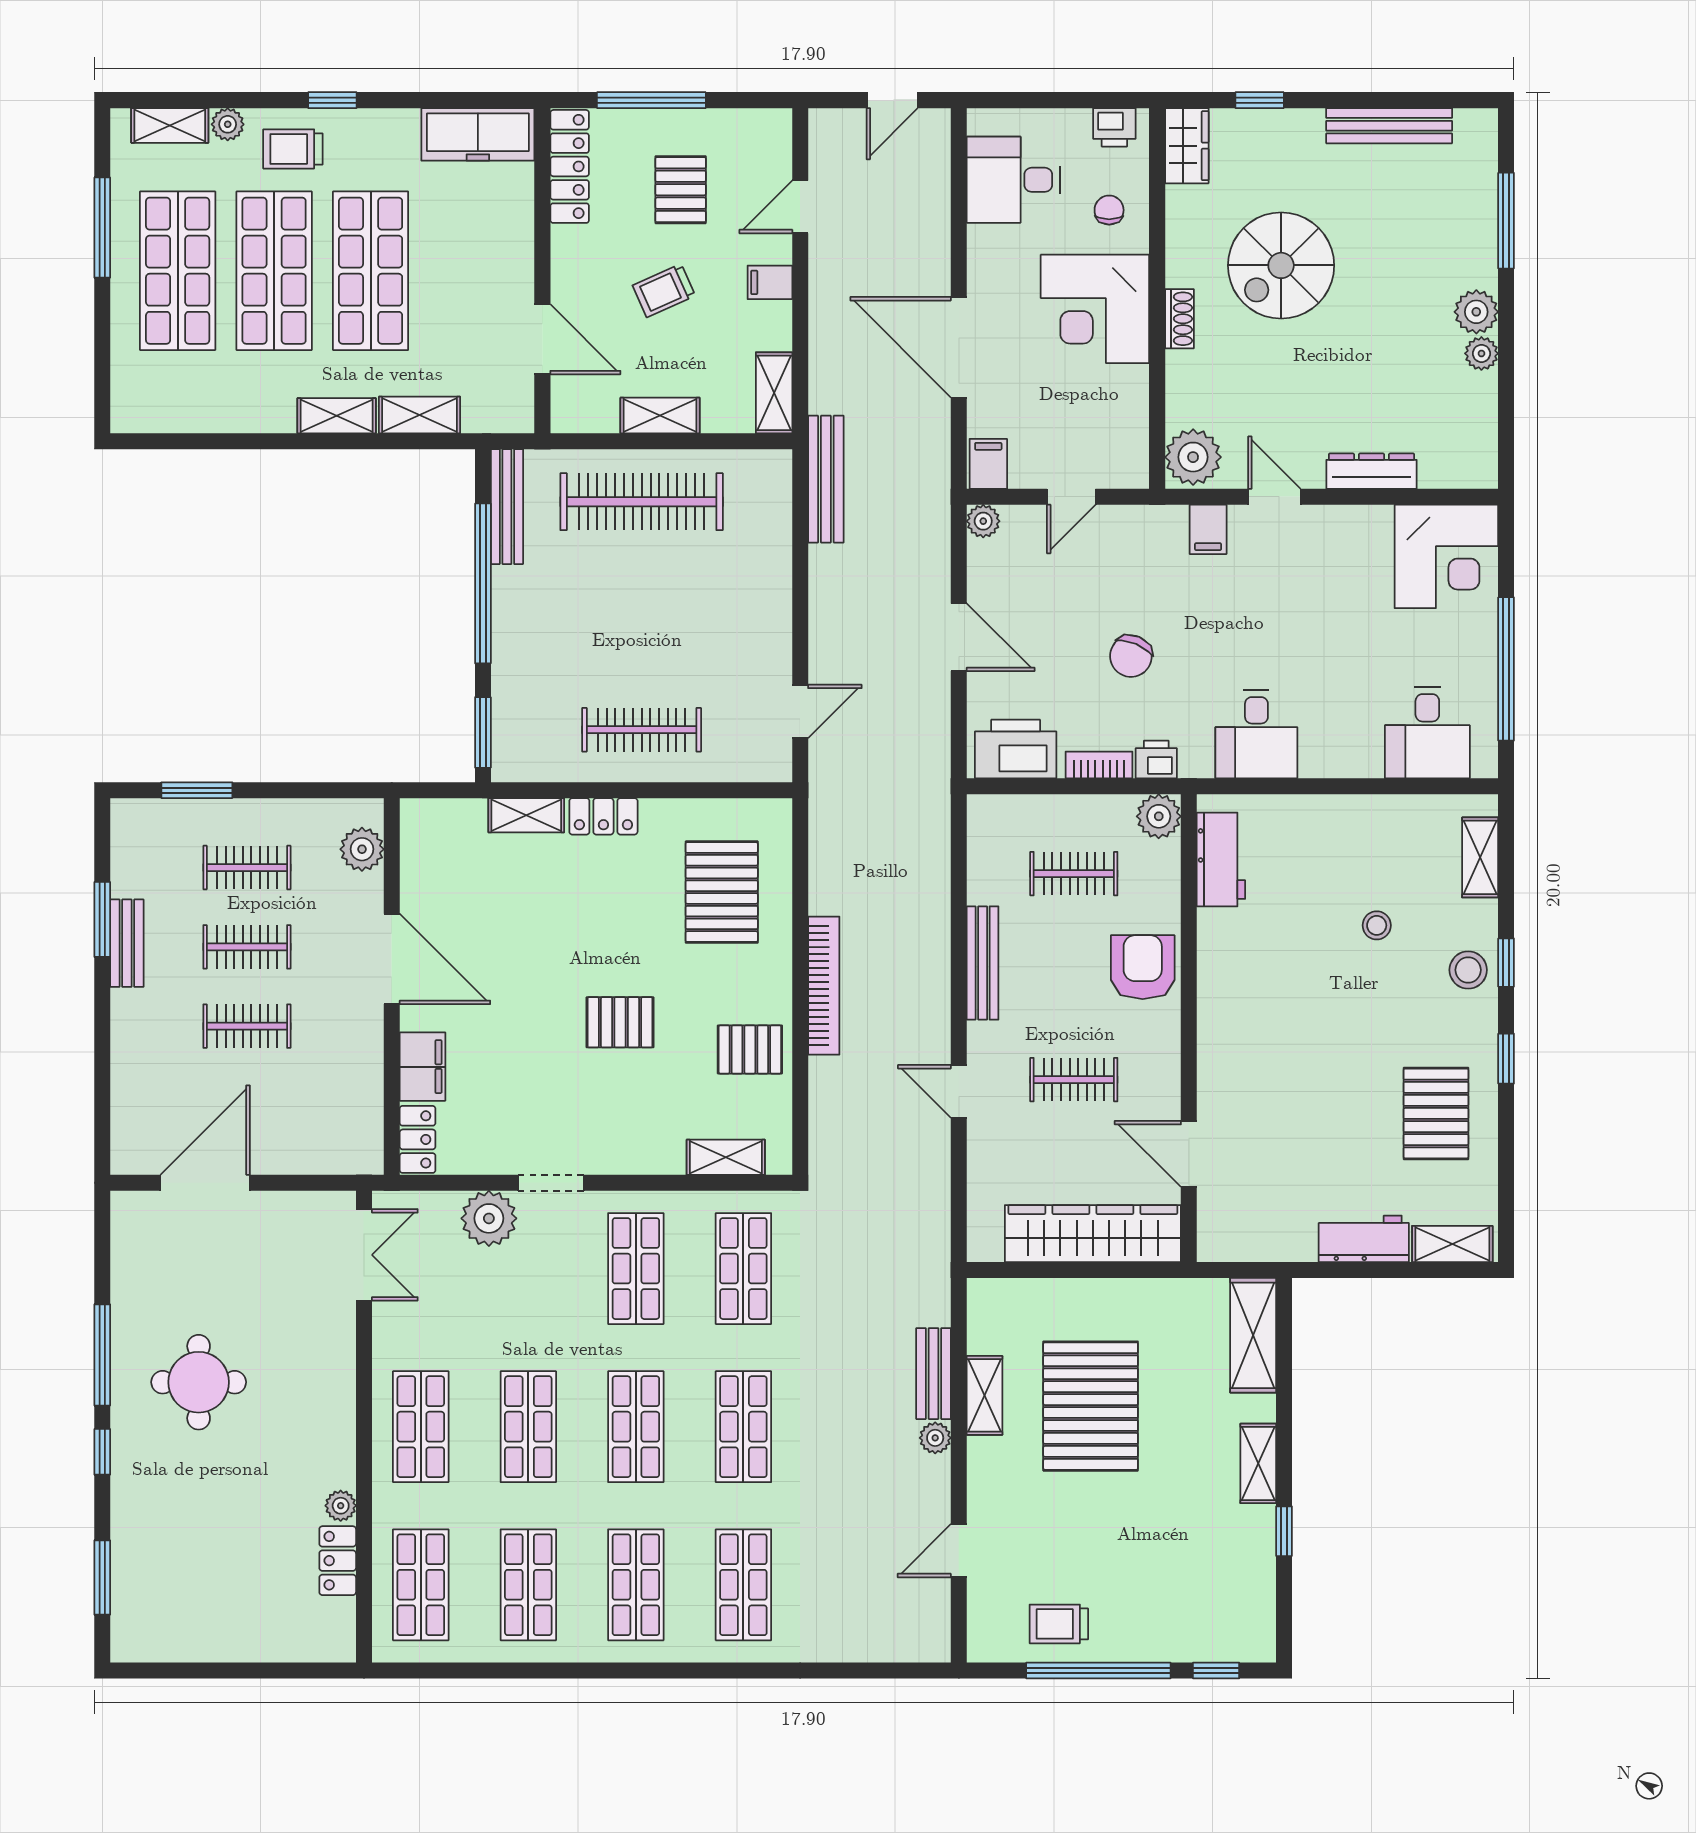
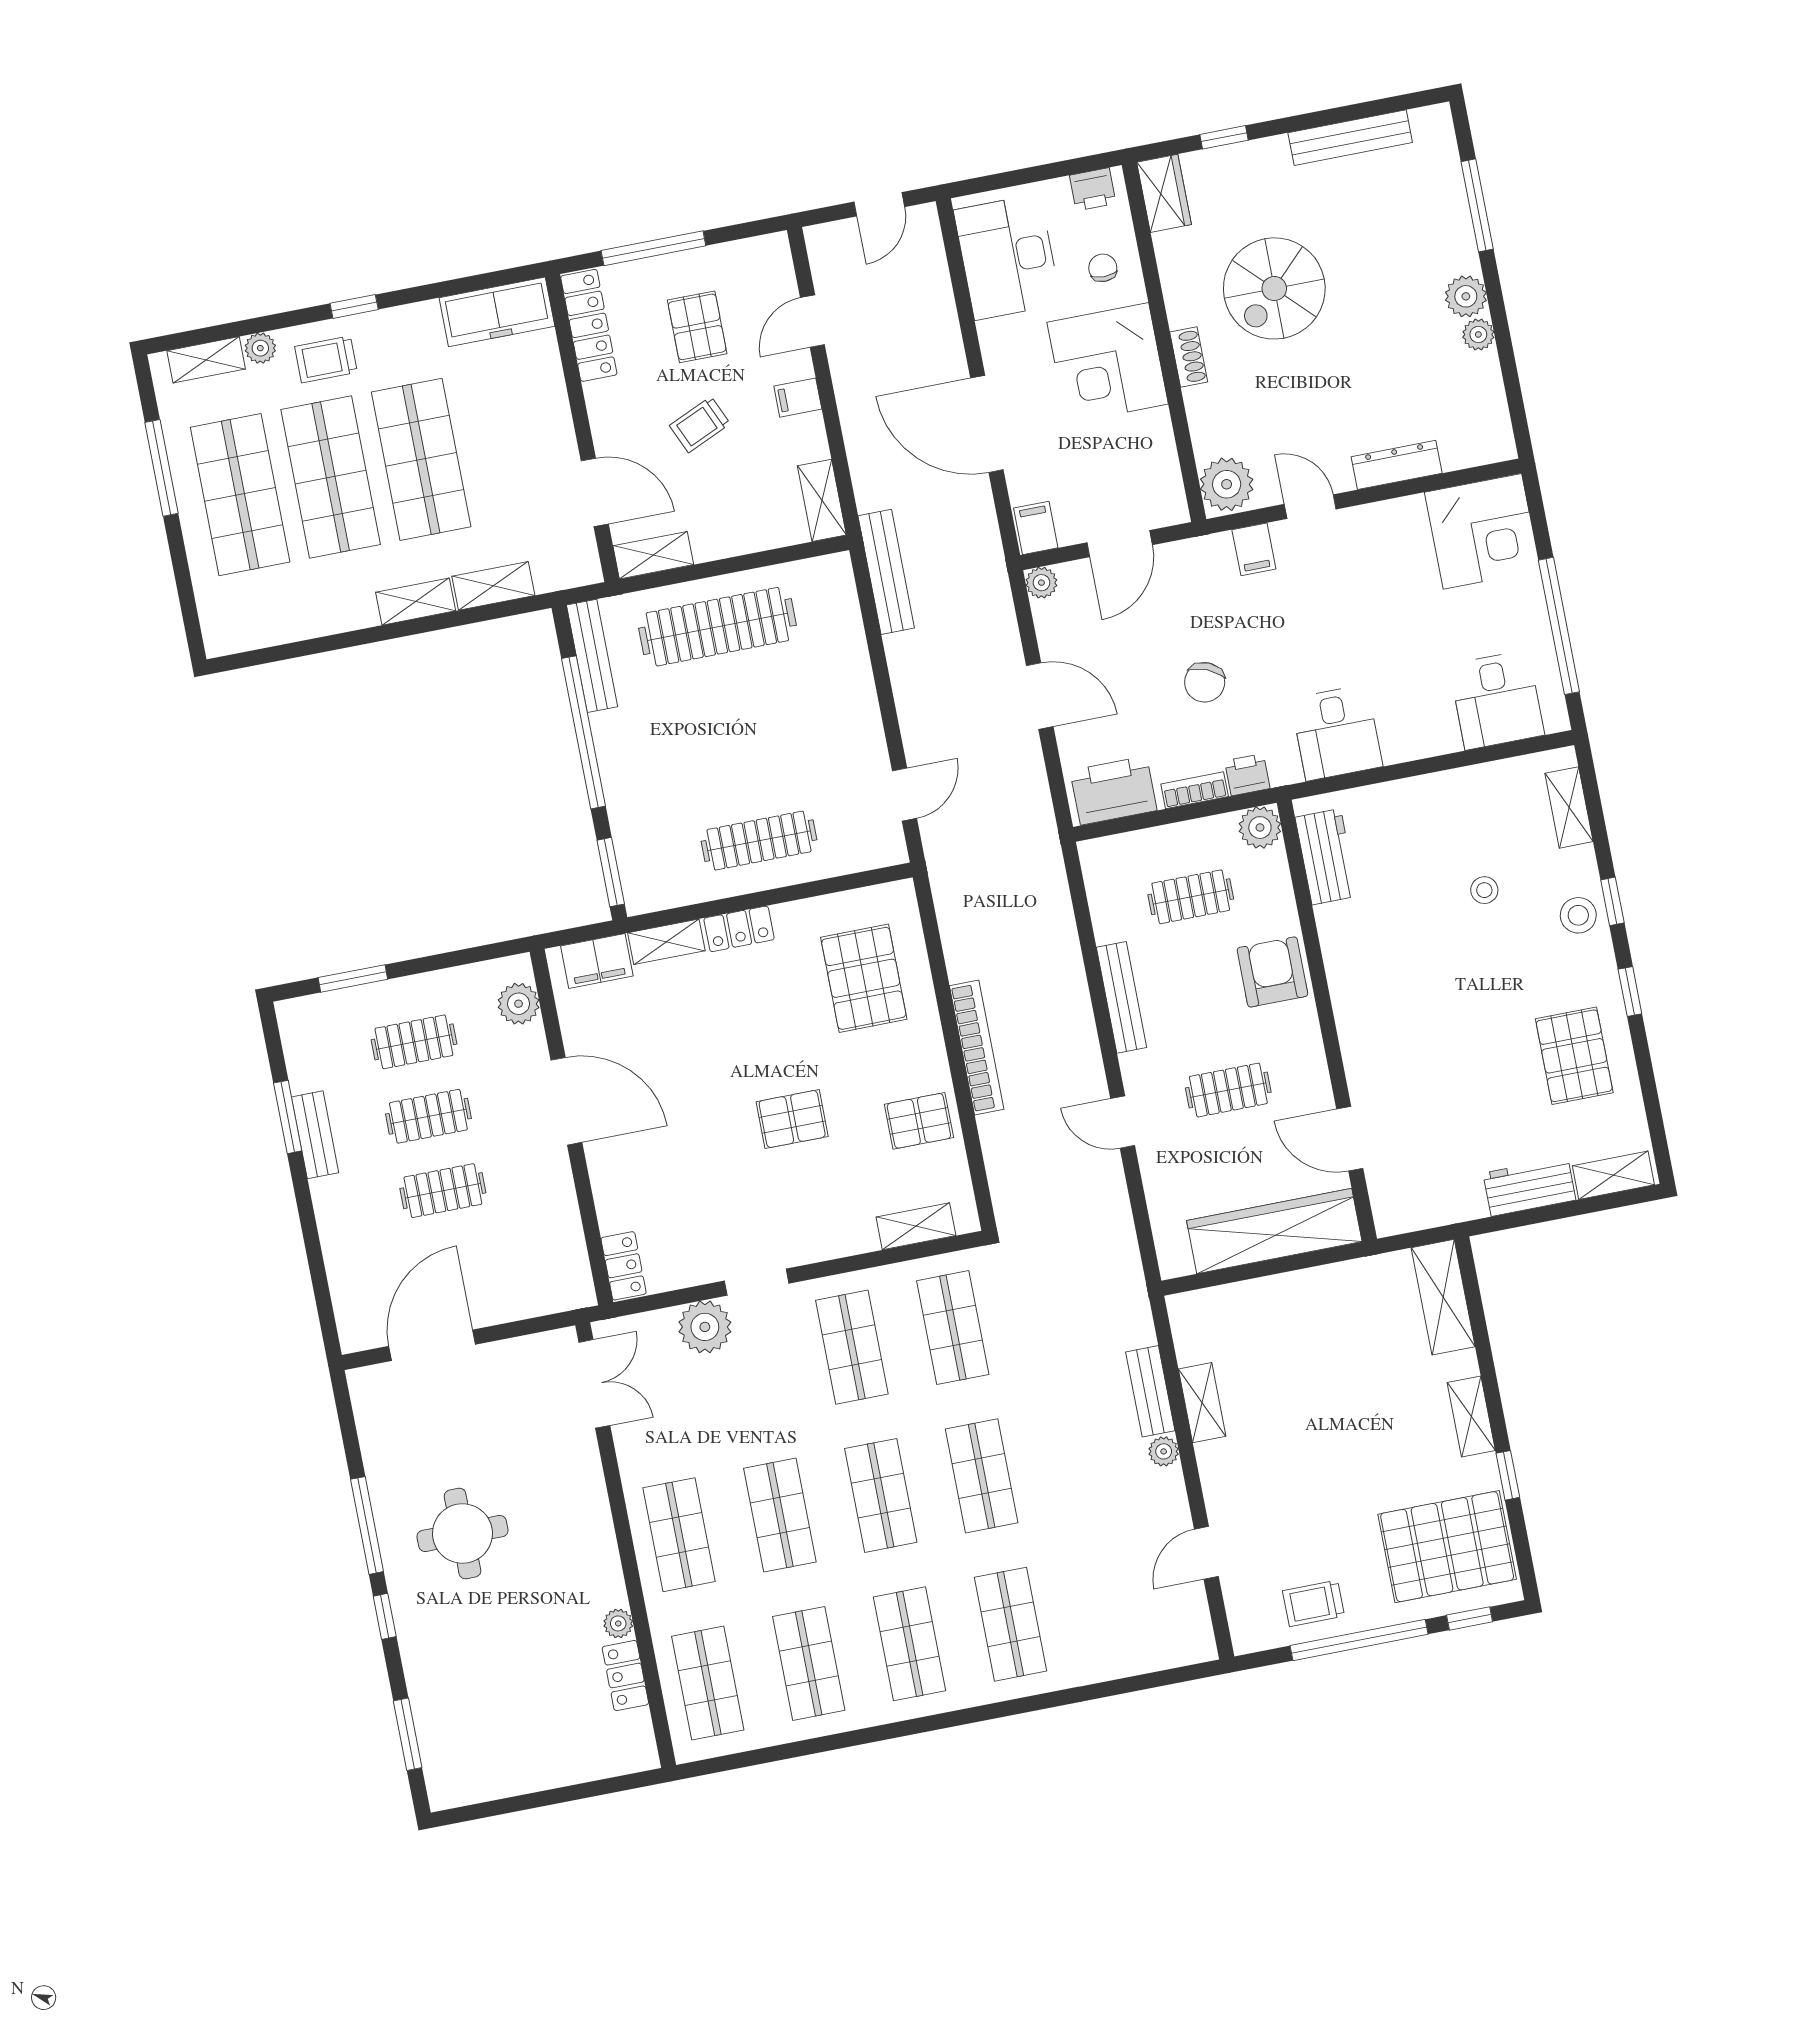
desk: (1013, 180) -> (1007, 257), width x1.37
shelving: (660, 415) -> (653, 555), moved
door: (1071, 497) -> (1120, 544), width x1.38
filing cabinet: (422, 1067) -> (597, 961), moved, turned 90
pallet: (1091, 1406) -> (1447, 1547), moved, turned 90

